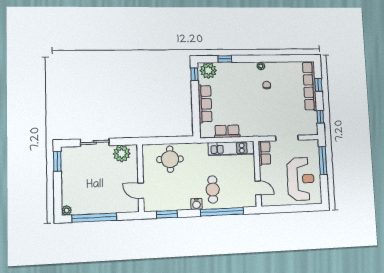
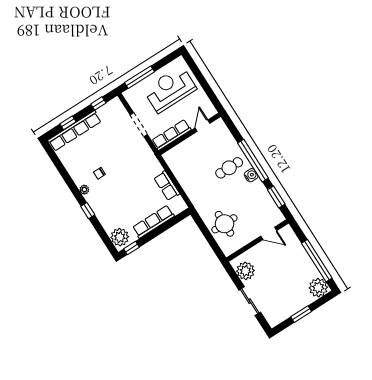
window: (225, 59) -> (88, 211), moved
kitchen unit: (231, 148) -> (180, 172), removed
row of seats: (264, 153) -> (171, 135), width x1.48
window: (57, 161) -> (301, 314), moved
door: (141, 191) -> (269, 233), hinge flipped
plant: (67, 210) -> (318, 288), width x1.87, depth x1.87
window: (222, 212) -> (253, 161), moved

